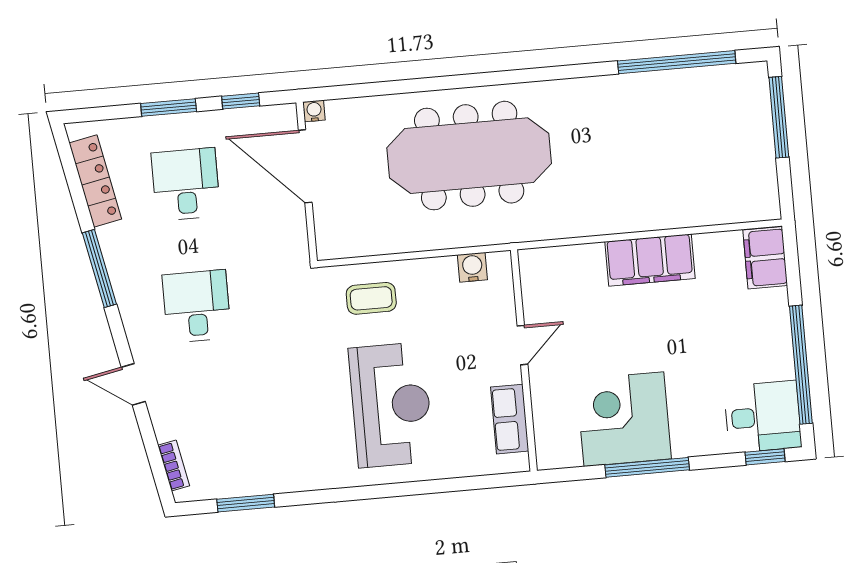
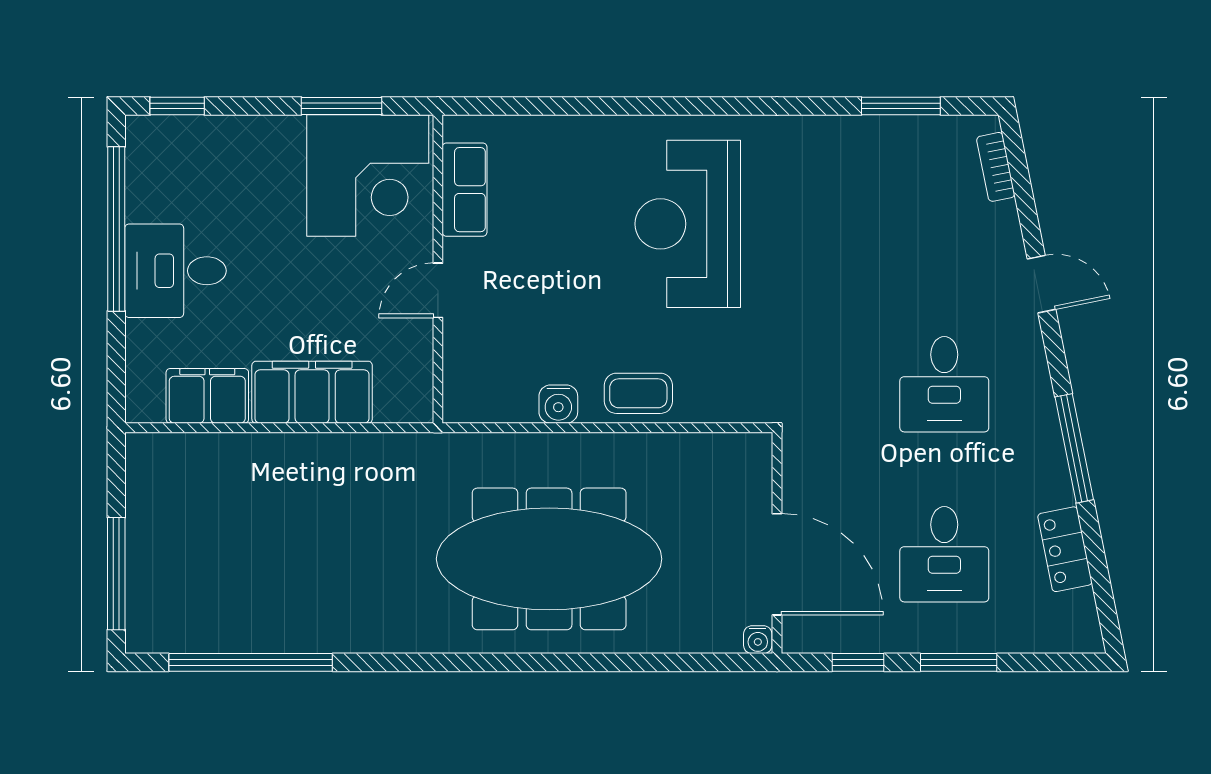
locker: (95, 181) -> (1065, 549), width x0.66
filing cabinet: (765, 258) -> (207, 396), moved, turned -90
coffee table: (371, 298) -> (638, 393), moved
door: (522, 345) -> (438, 290), moved
wall: (524, 360) -> (438, 269), moved
desk: (763, 417) -> (175, 271), moved
row of seats: (510, 419) -> (465, 190), moved
window: (647, 467) -> (341, 106), width x0.69

